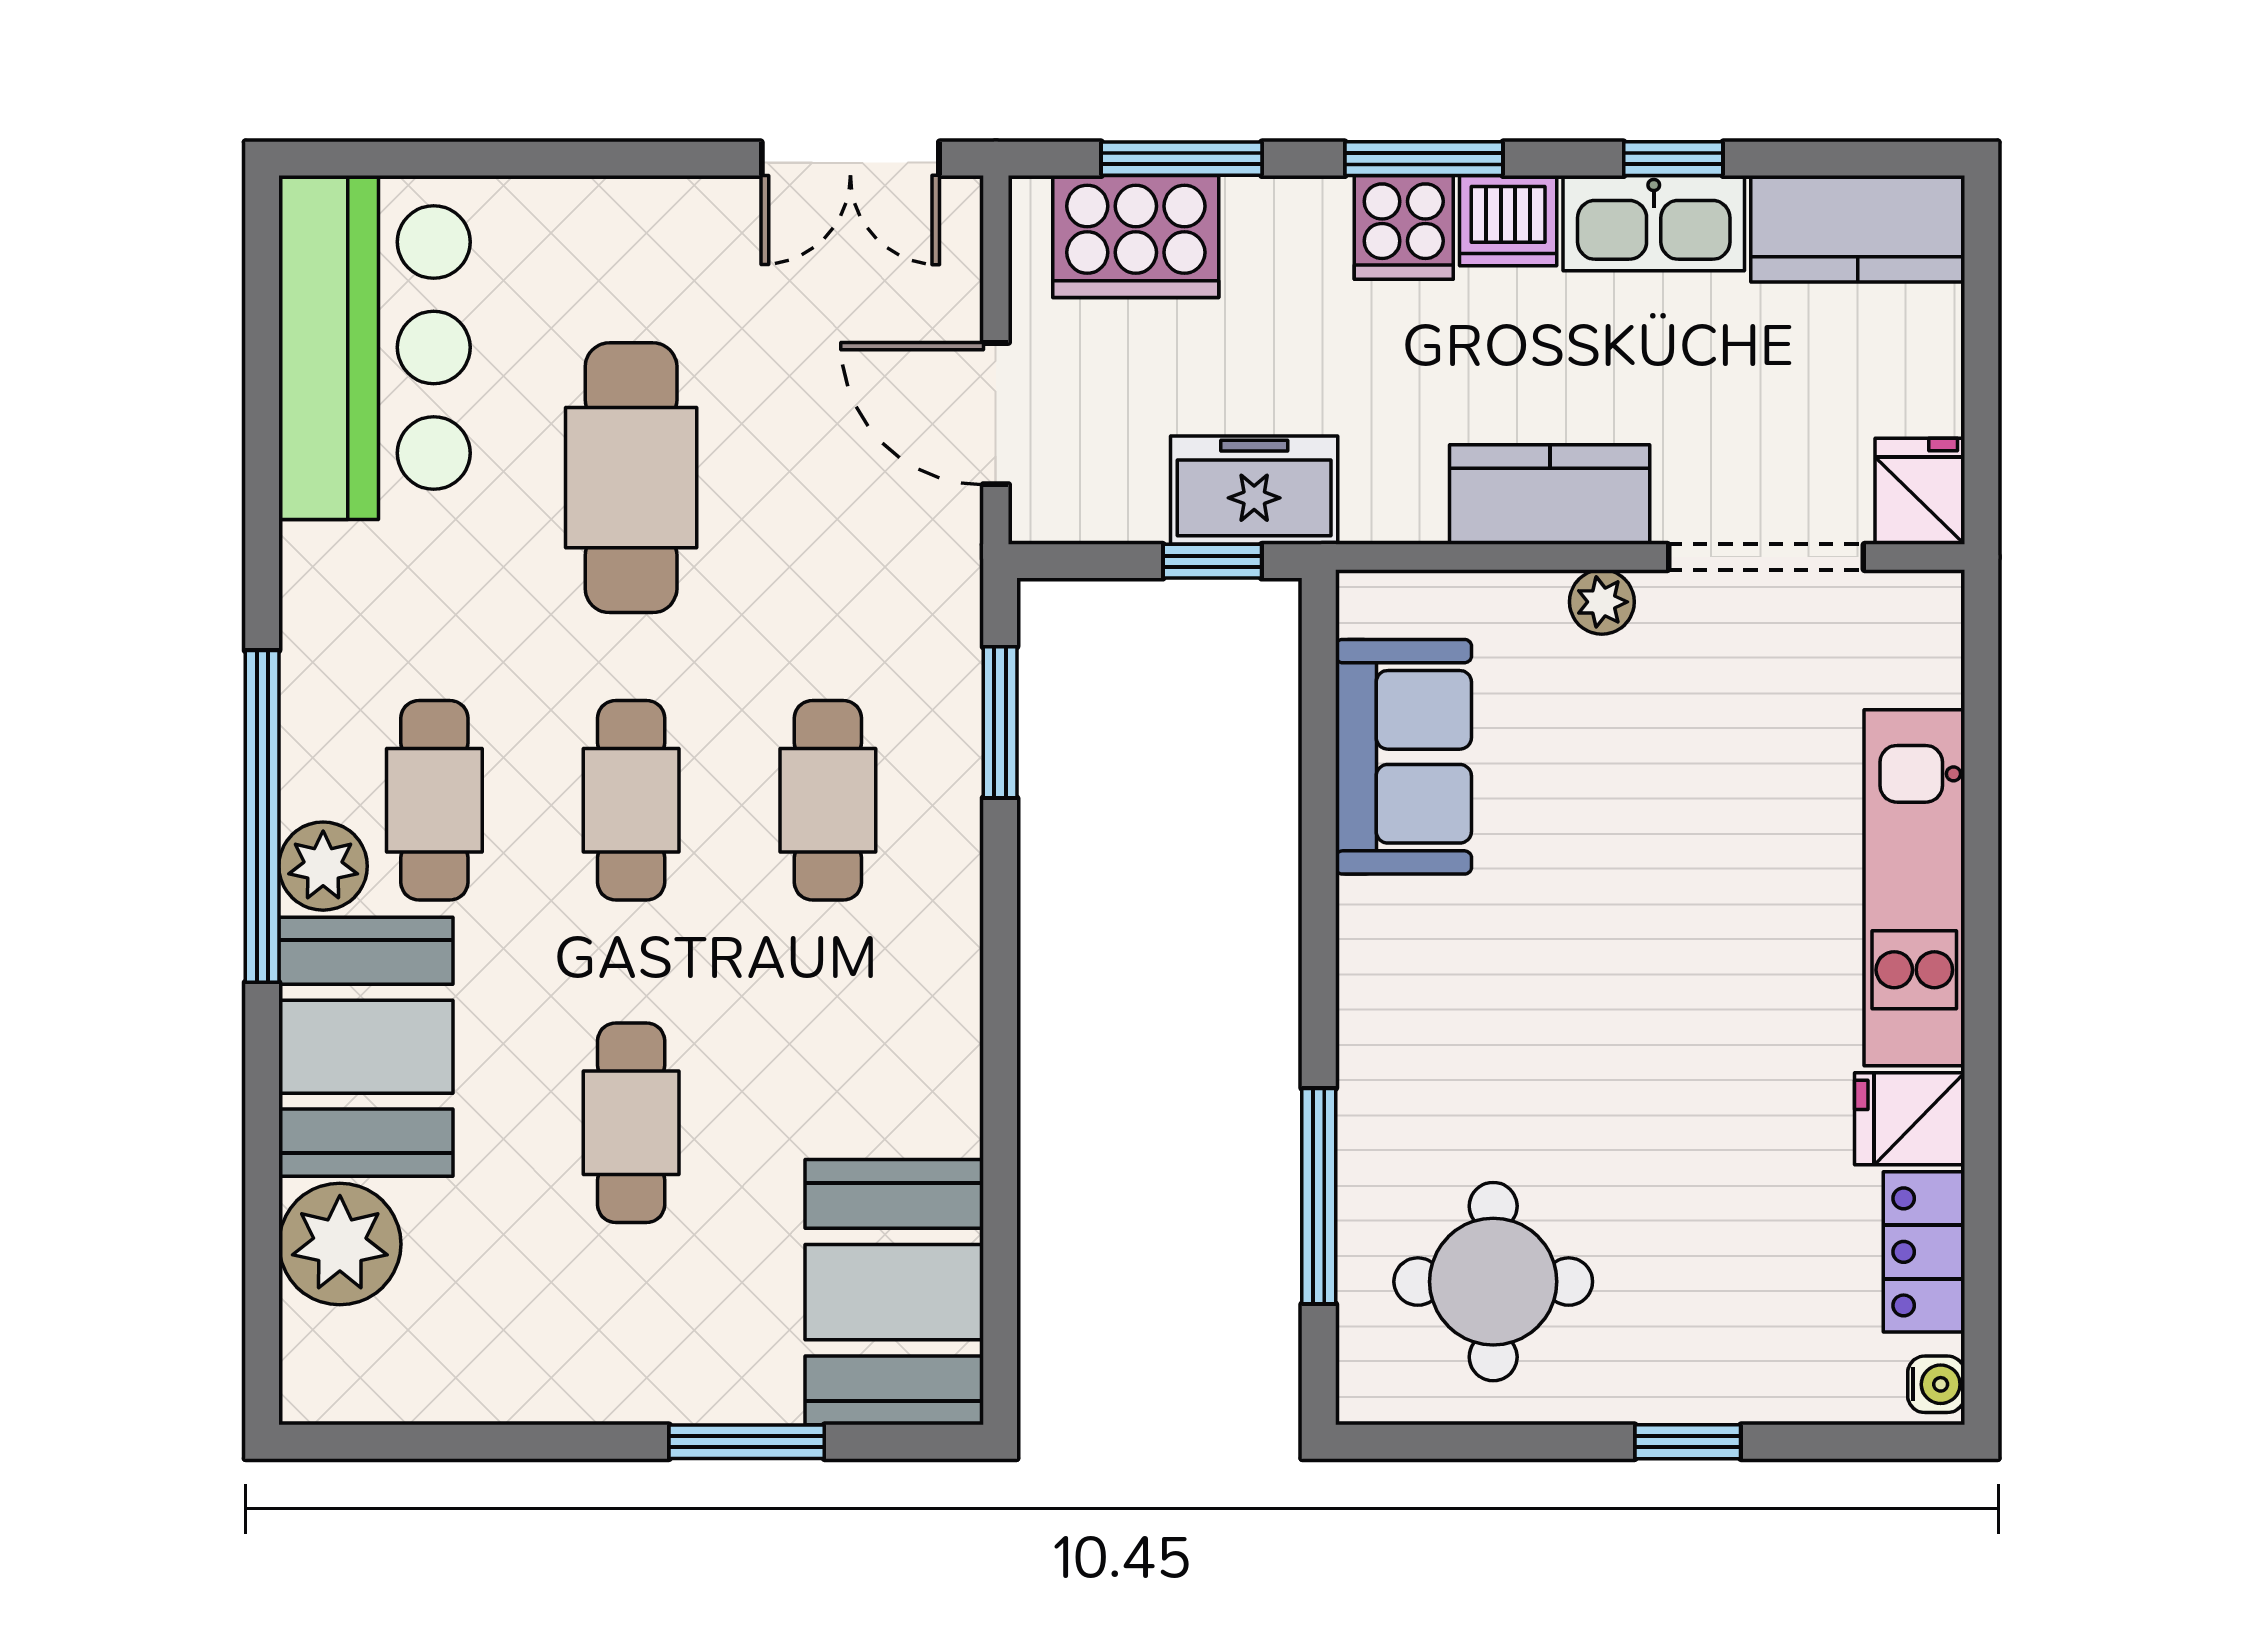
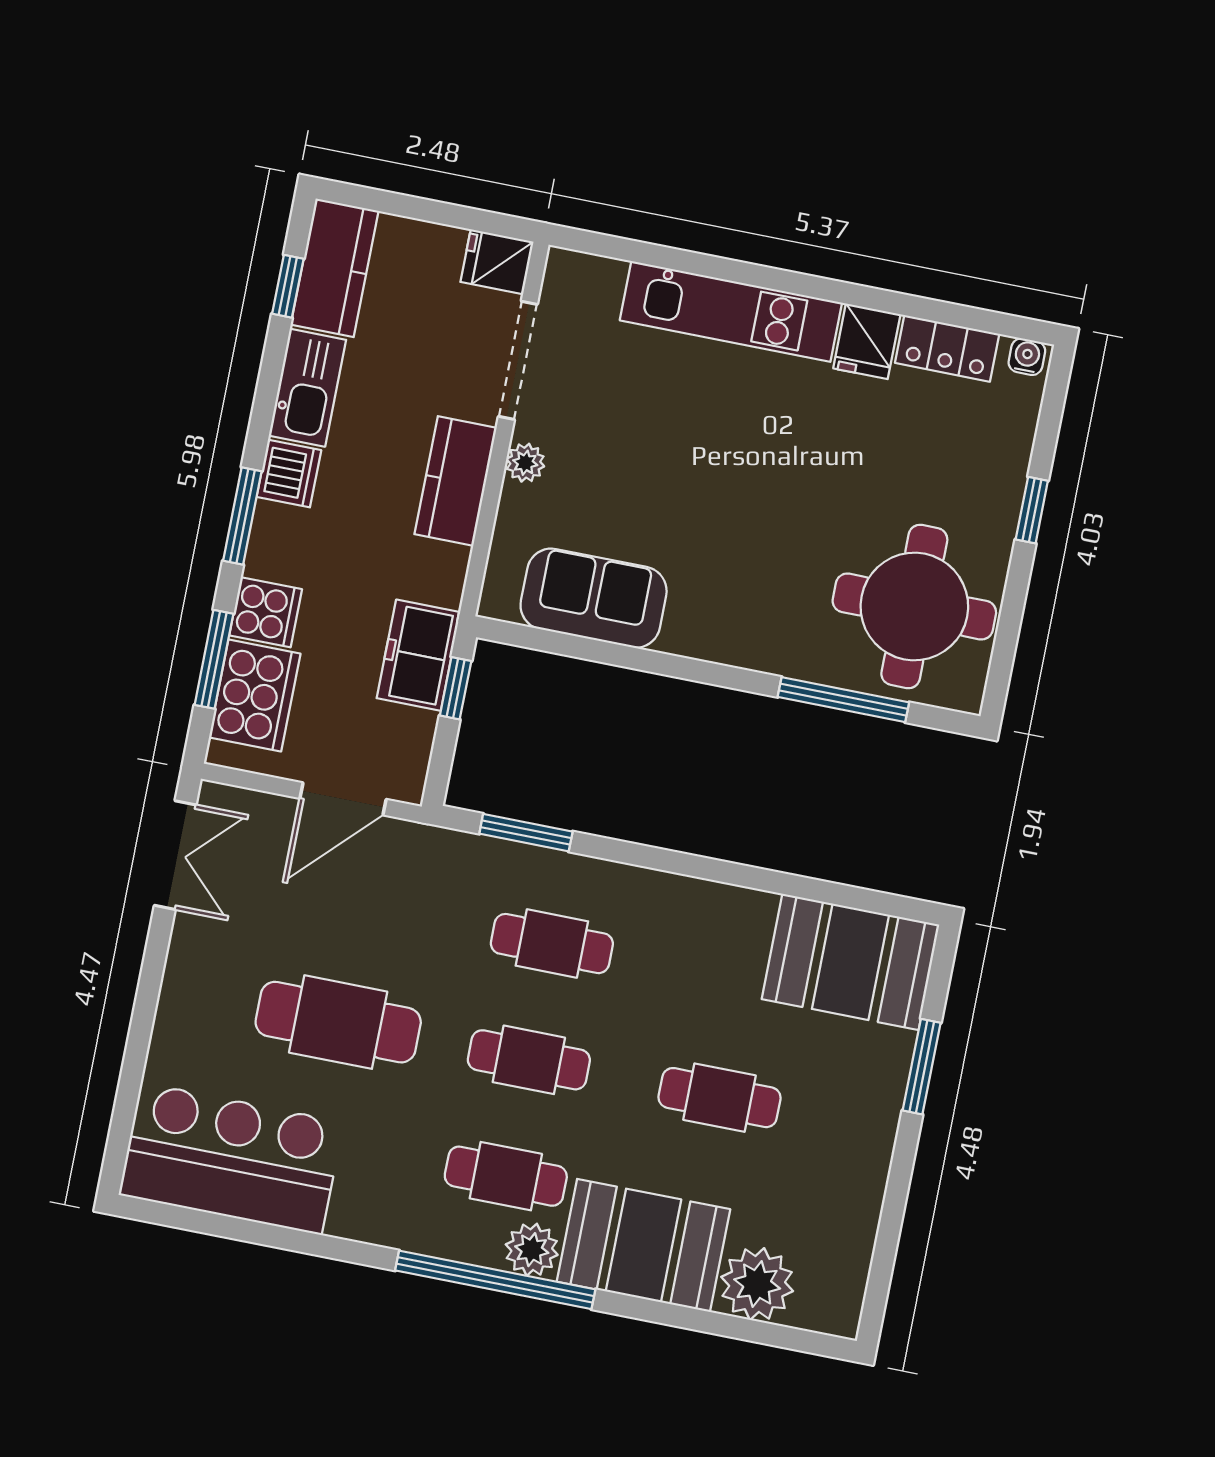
window: (1673, 159) -> (288, 286), moved
cooker: (1404, 227) -> (266, 612), moved
round table: (1493, 1282) -> (914, 607), width x1.36, depth x1.36

